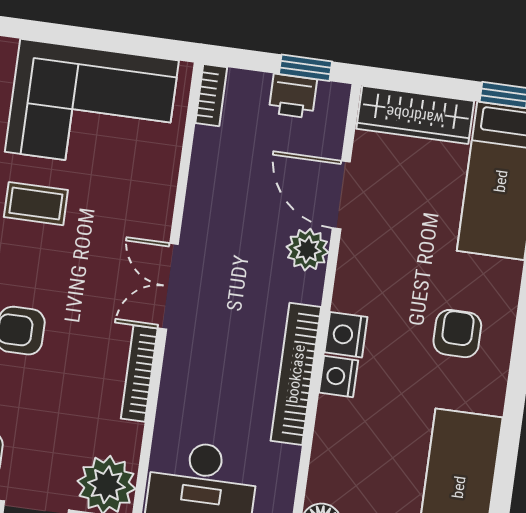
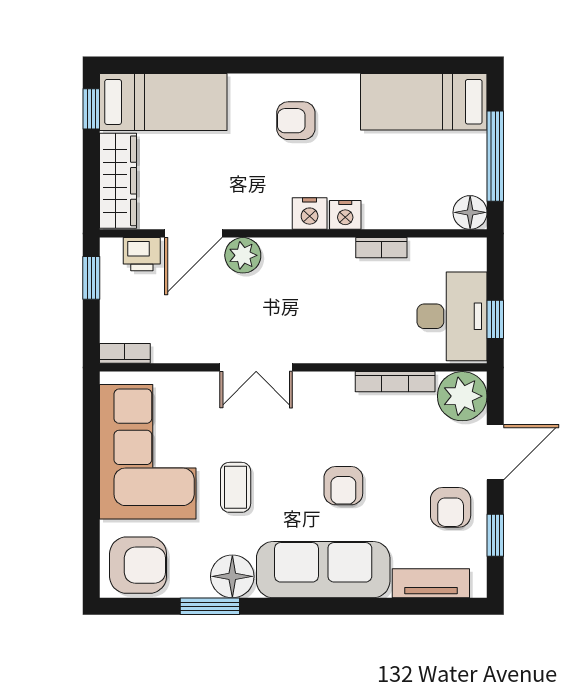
printer: (293, 96) -> (142, 254), moved, turned 90
double door: (168, 286) -> (256, 367), moved
bookcase: (139, 373) -> (395, 382), moved
bookcase: (296, 374) -> (381, 248), width x0.43, depth x0.76

